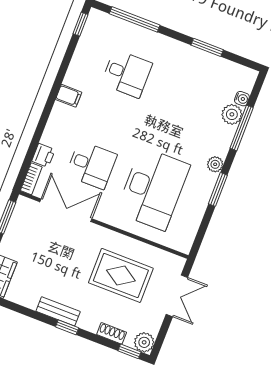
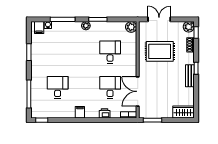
filing cabinet: (243, 82) -> (39, 27), added
plant: (232, 114) -> (131, 27), moved
printer: (43, 155) -> (105, 113), moved
desk: (153, 189) -> (110, 52), width x0.53, depth x0.77
rug: (121, 275) -> (160, 51), turned 90

